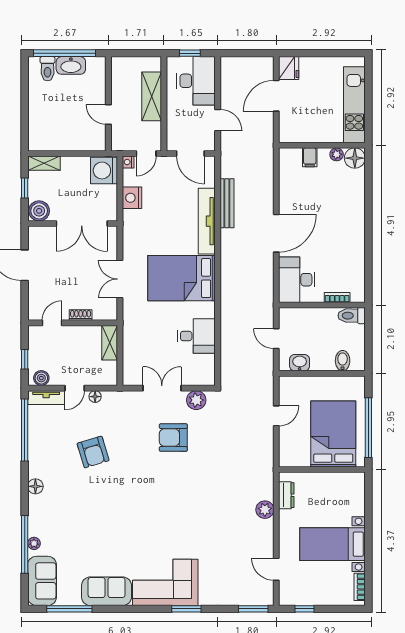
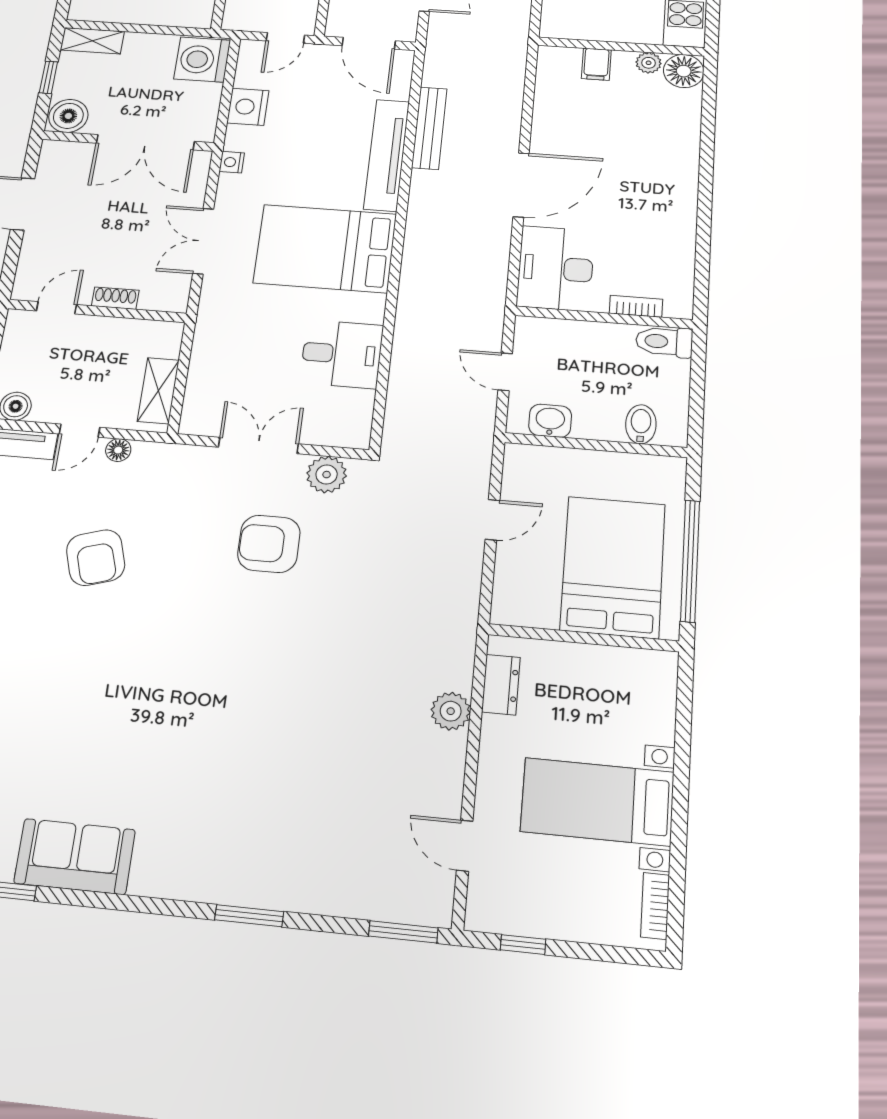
nightstand: (128, 162) -> (232, 162), moved
shelving: (110, 343) -> (158, 391), moved
corner sofa: (165, 582) -> (209, 850), removed

